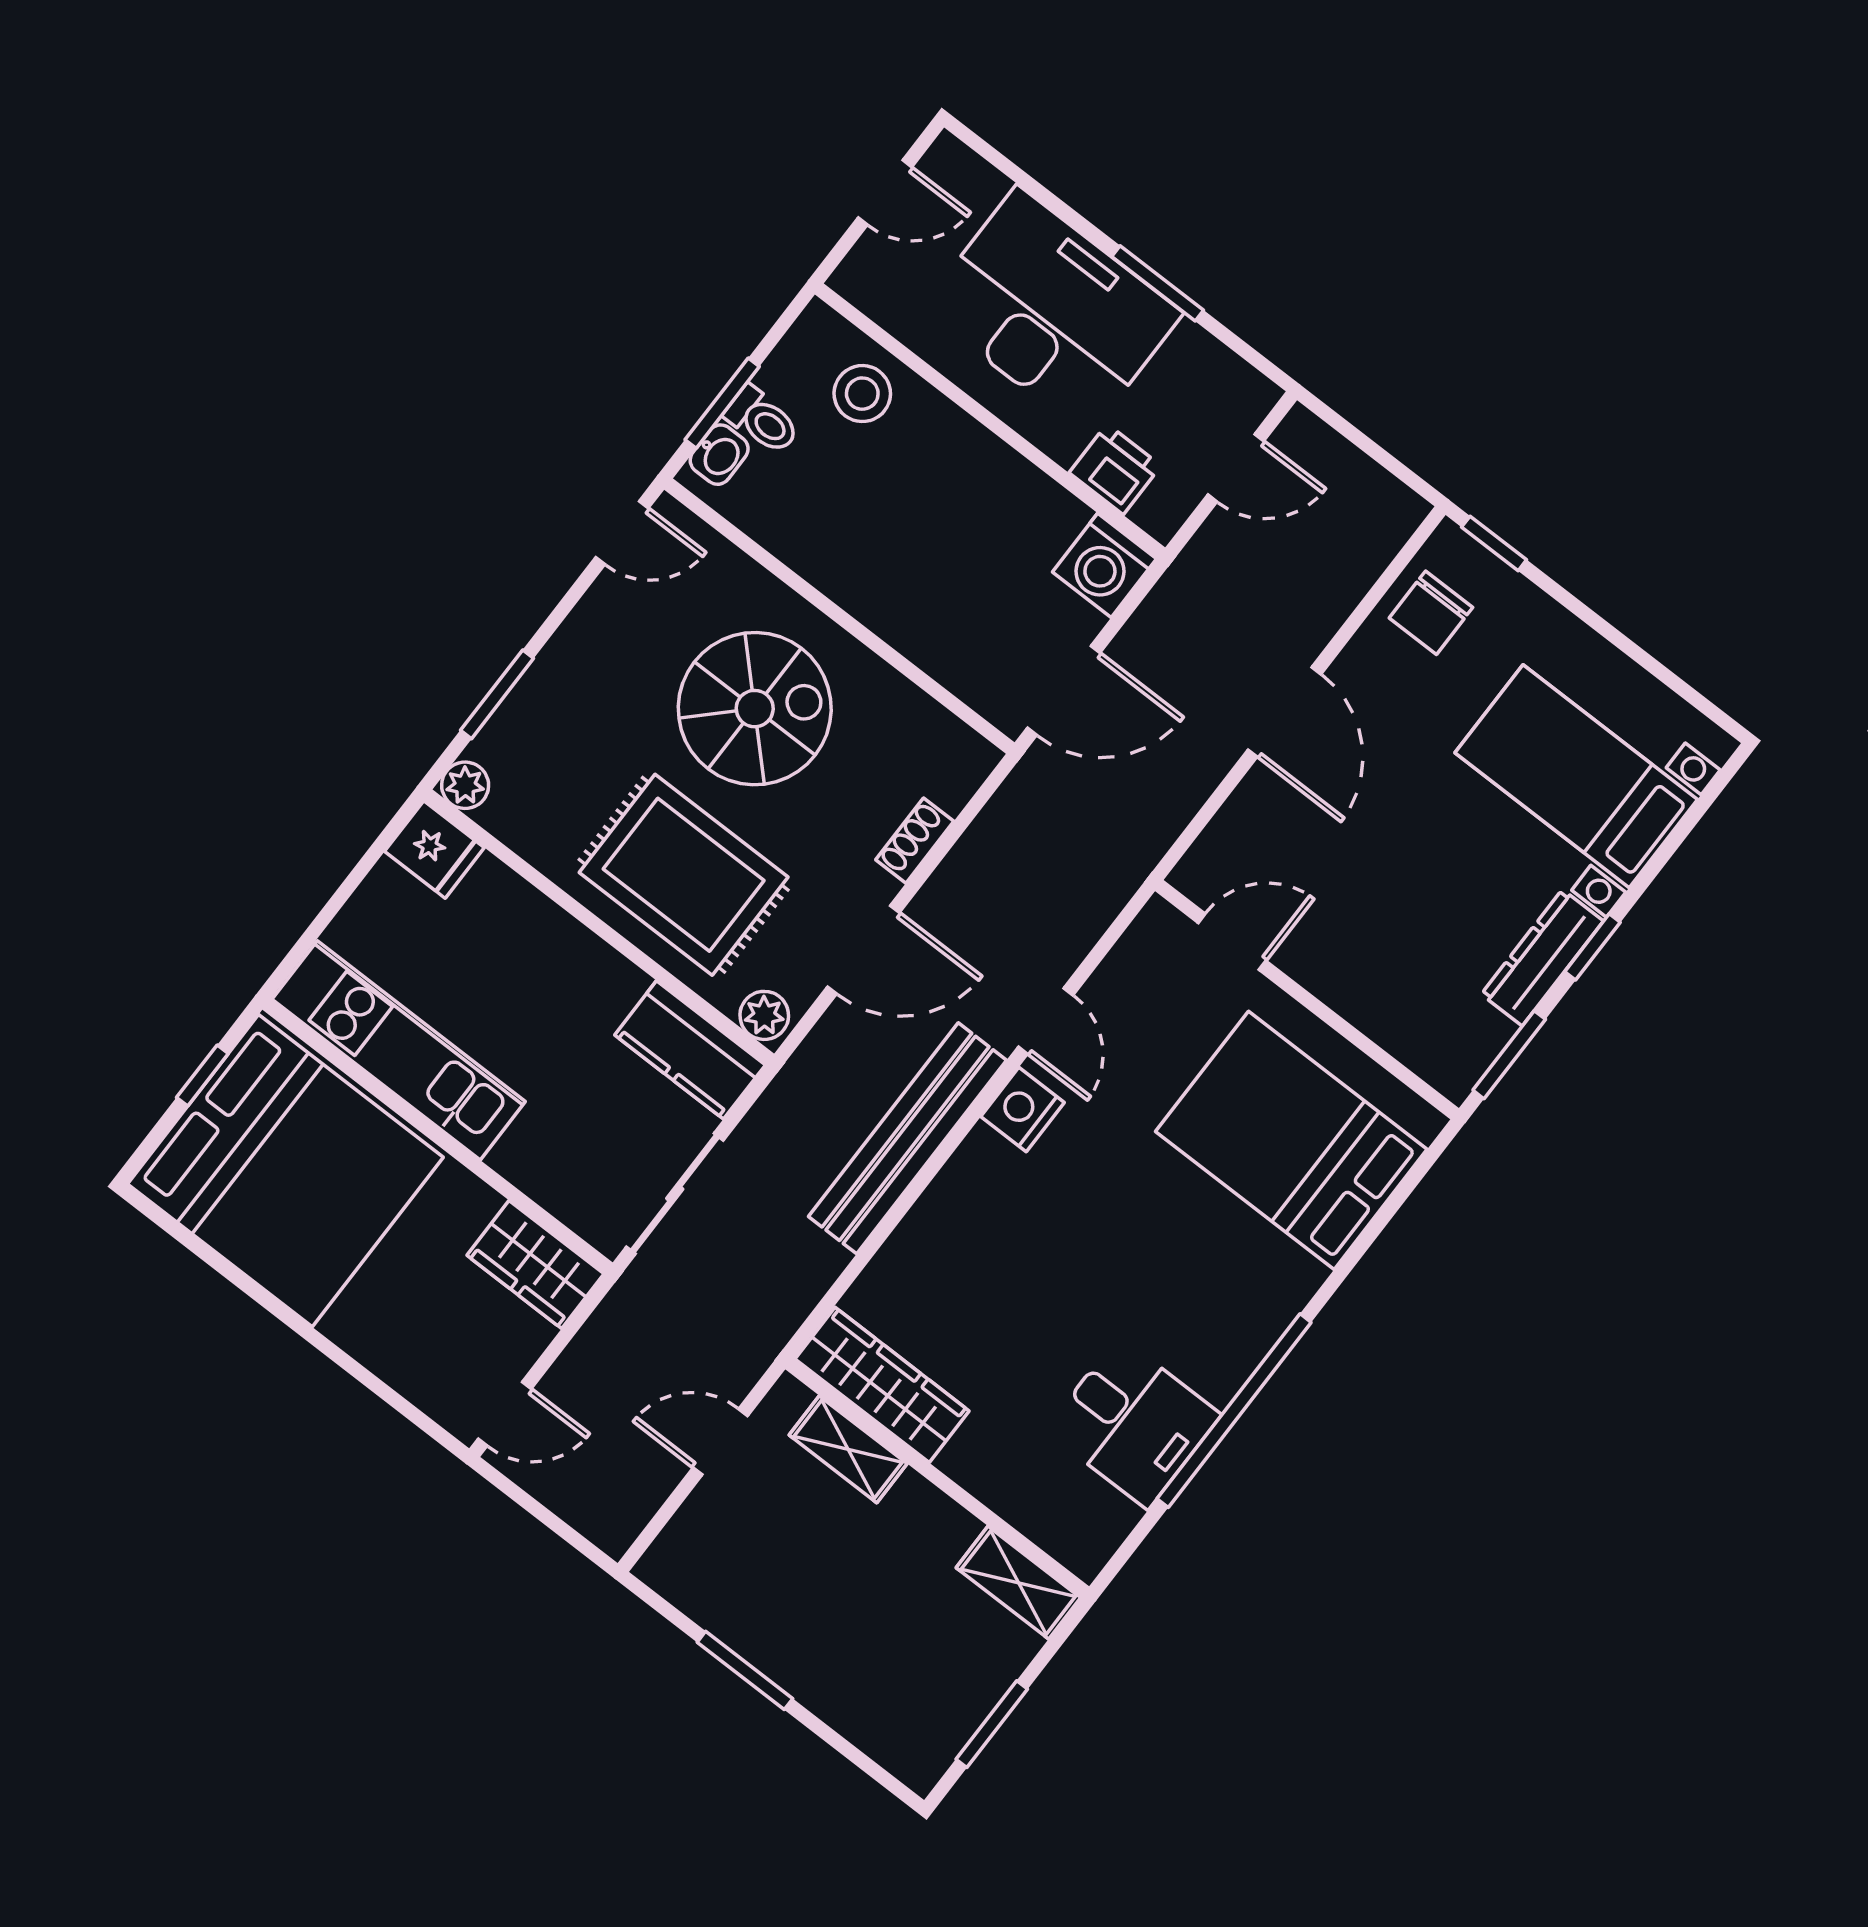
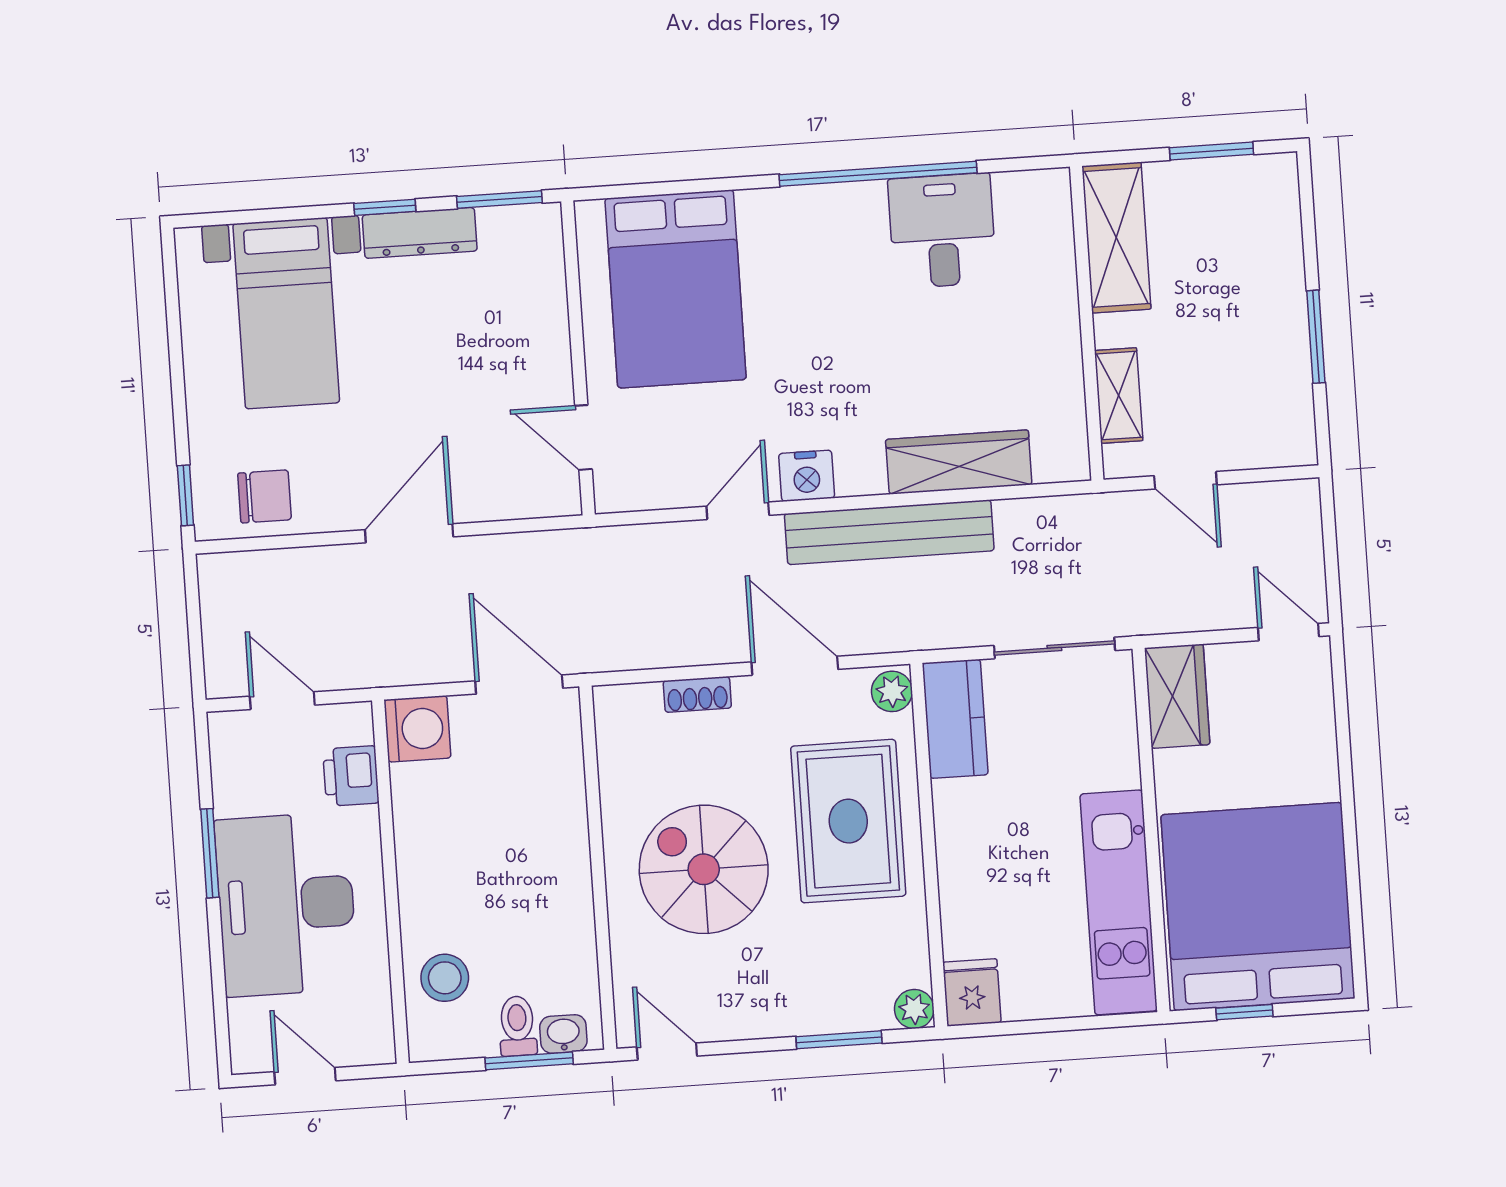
wardrobe: (882, 1385) -> (959, 462), moved, turned 90
shelving: (1018, 1583) -> (1116, 237), width x1.50, depth x1.33

